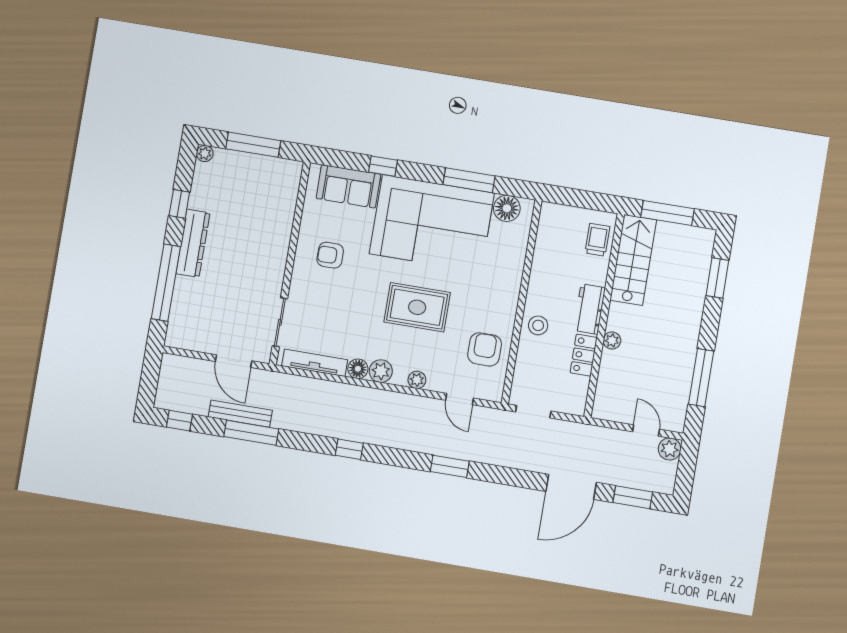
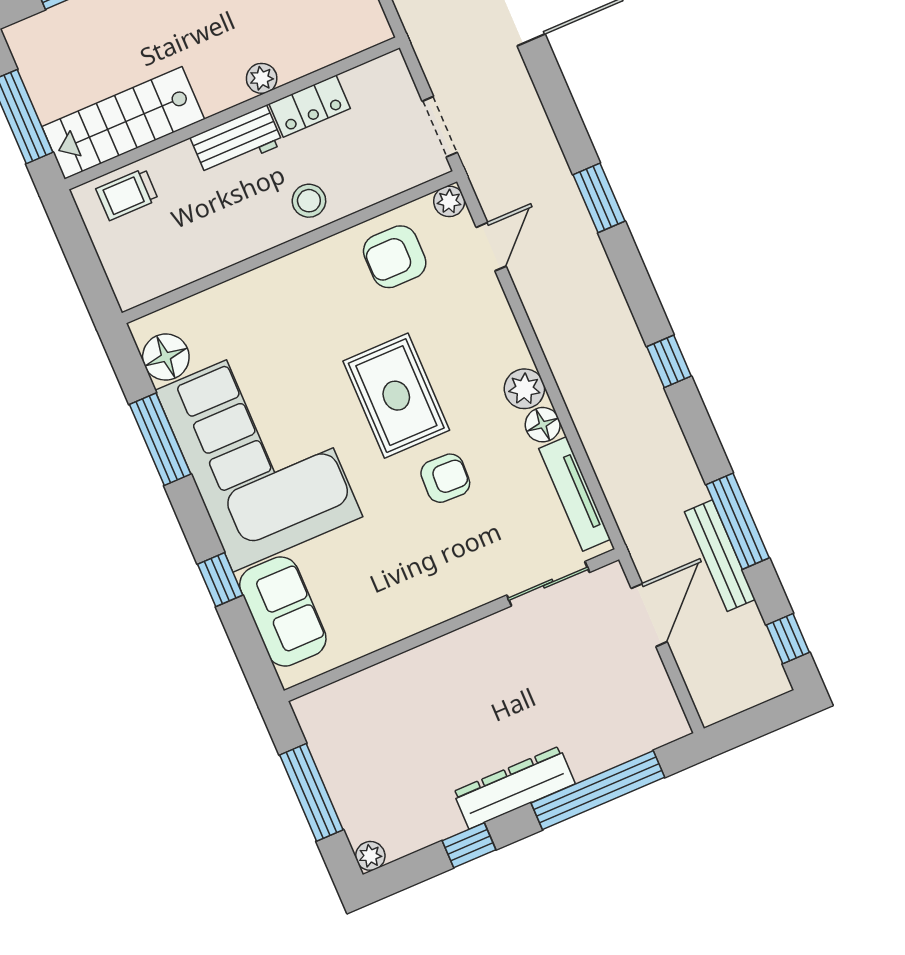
armchair: (330, 255) -> (445, 478), moved, turned -88
plant: (417, 380) -> (449, 201), moved

